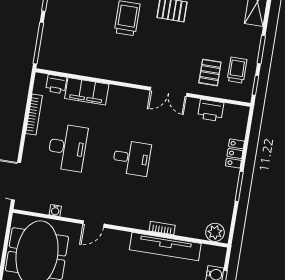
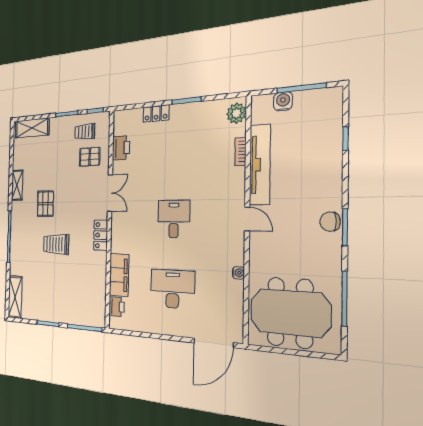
locker: (129, 75) -> (101, 235), added
bookcase: (34, 114) -> (146, 327), removed
water cooler: (55, 210) -> (238, 273), moved
door: (93, 224) -> (247, 219), moved
bookcase: (162, 228) -> (240, 152), moved

